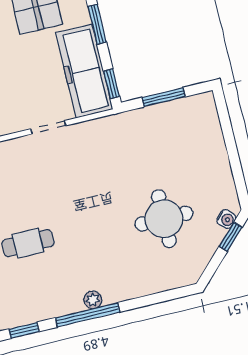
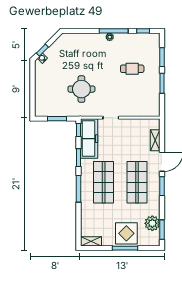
round table: (164, 219) -> (81, 89), moved

